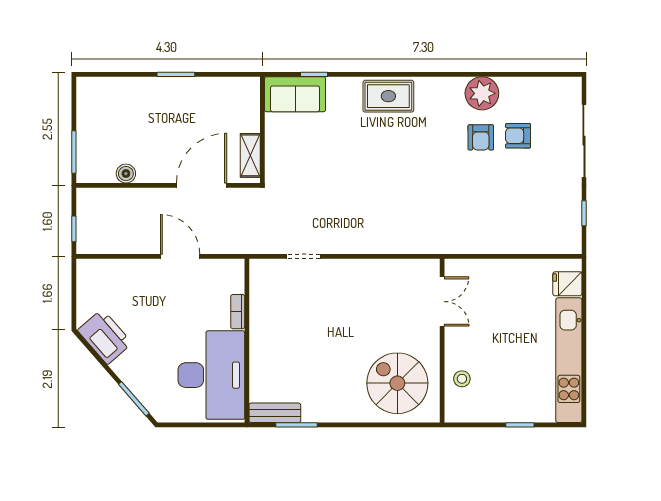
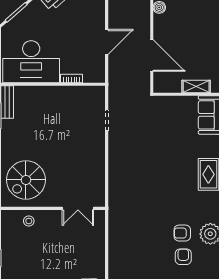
shelving: (250, 155) -> (196, 86), moved
spiral stairs: (397, 383) -> (26, 180), turned 180

